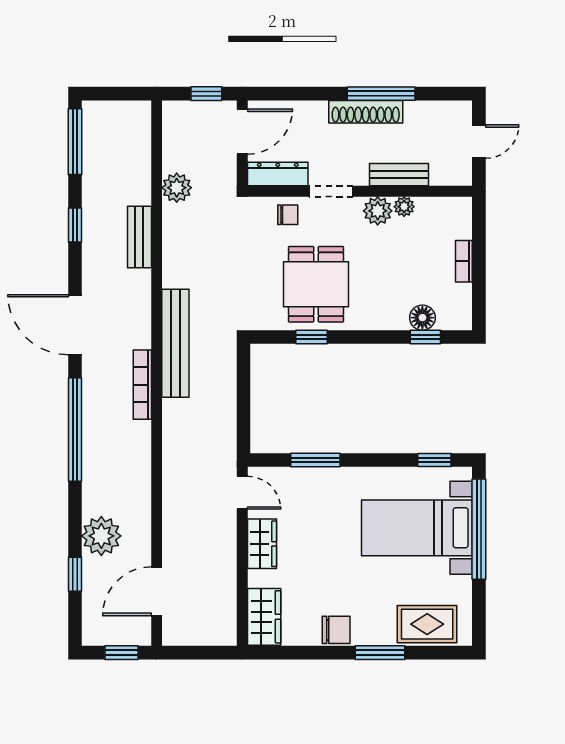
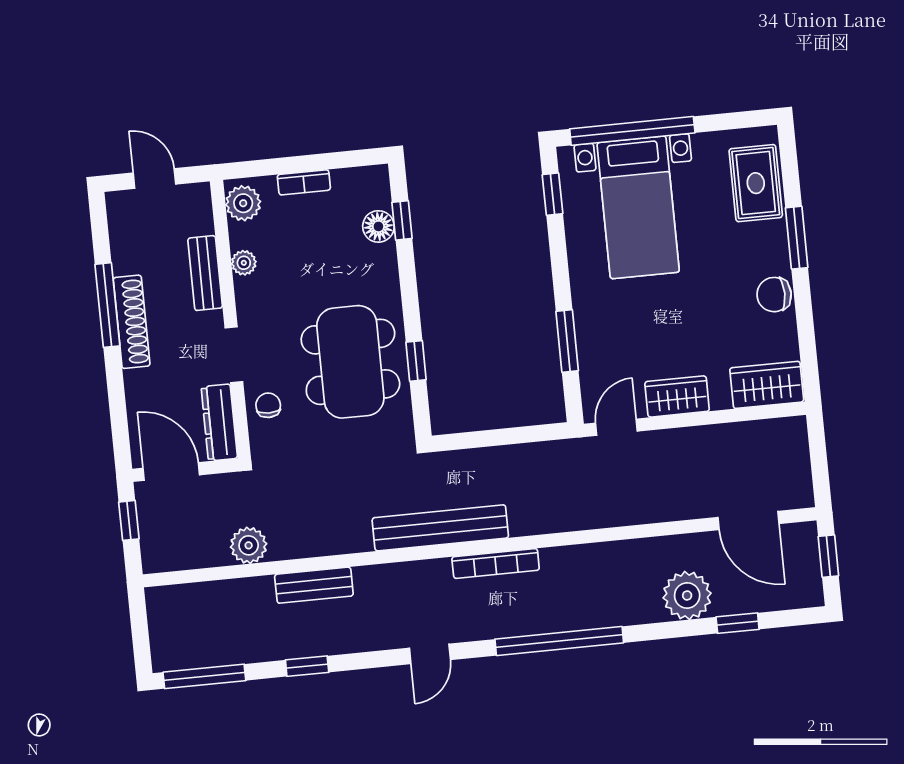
plant: (378, 211) -> (243, 203), moved
dining table: (316, 284) -> (350, 362), width x1.38
door: (75, 325) -> (430, 654), width x0.53
chair: (336, 630) -> (774, 295), turned -90

